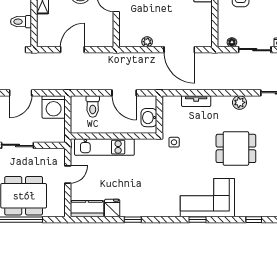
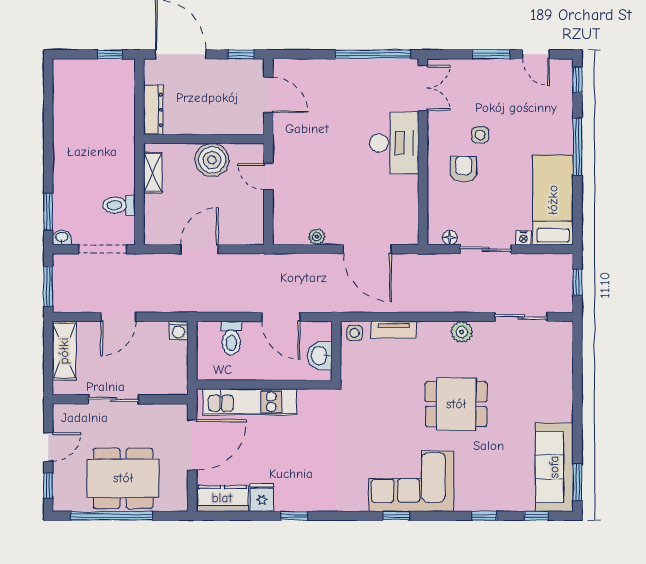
washing machine: (54, 107) -> (178, 331), width x0.53, depth x0.53
side table: (174, 142) -> (355, 333), moved
door: (68, 174) -> (192, 445), width x1.87

